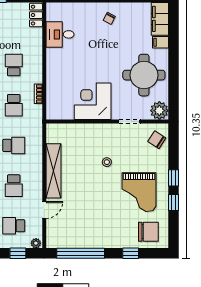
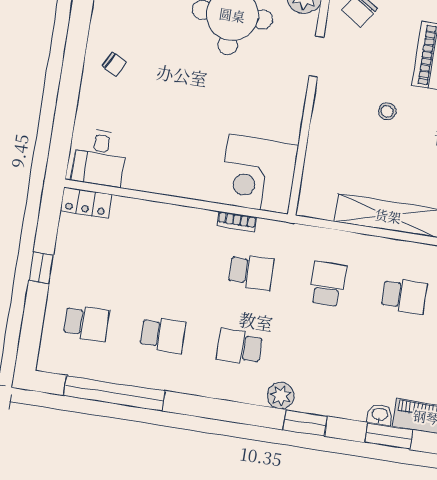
desk: (60, 34) -> (100, 158), moved
school desk: (14, 65) -> (175, 260), removed
corner desk: (93, 101) -> (259, 174), moved

